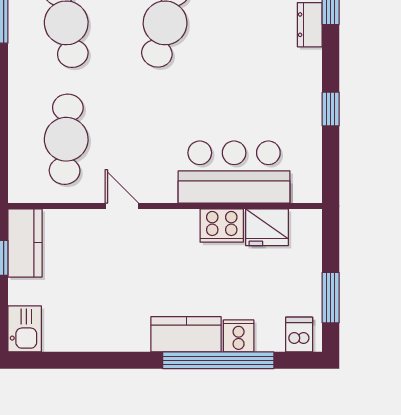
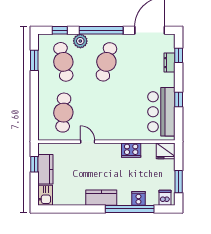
bar counter: (234, 172) -> (161, 112), moved, turned -90
fridge: (267, 227) -> (166, 151), moved
kitchen counter: (25, 243) -> (45, 169), moved
kitchen counter: (186, 334) -> (101, 198), moved

